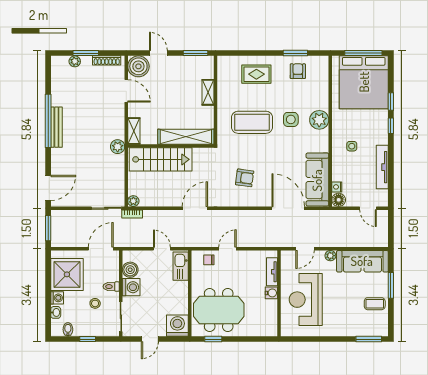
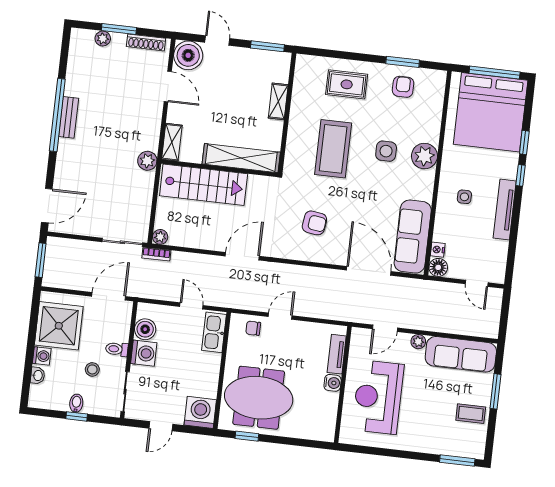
coffee table: (252, 122) -> (333, 149), turned 90
bench: (56, 127) -> (69, 117), width x0.73
tv unit: (382, 167) -> (505, 209), moved
bidet: (68, 329) -> (76, 403), moved

